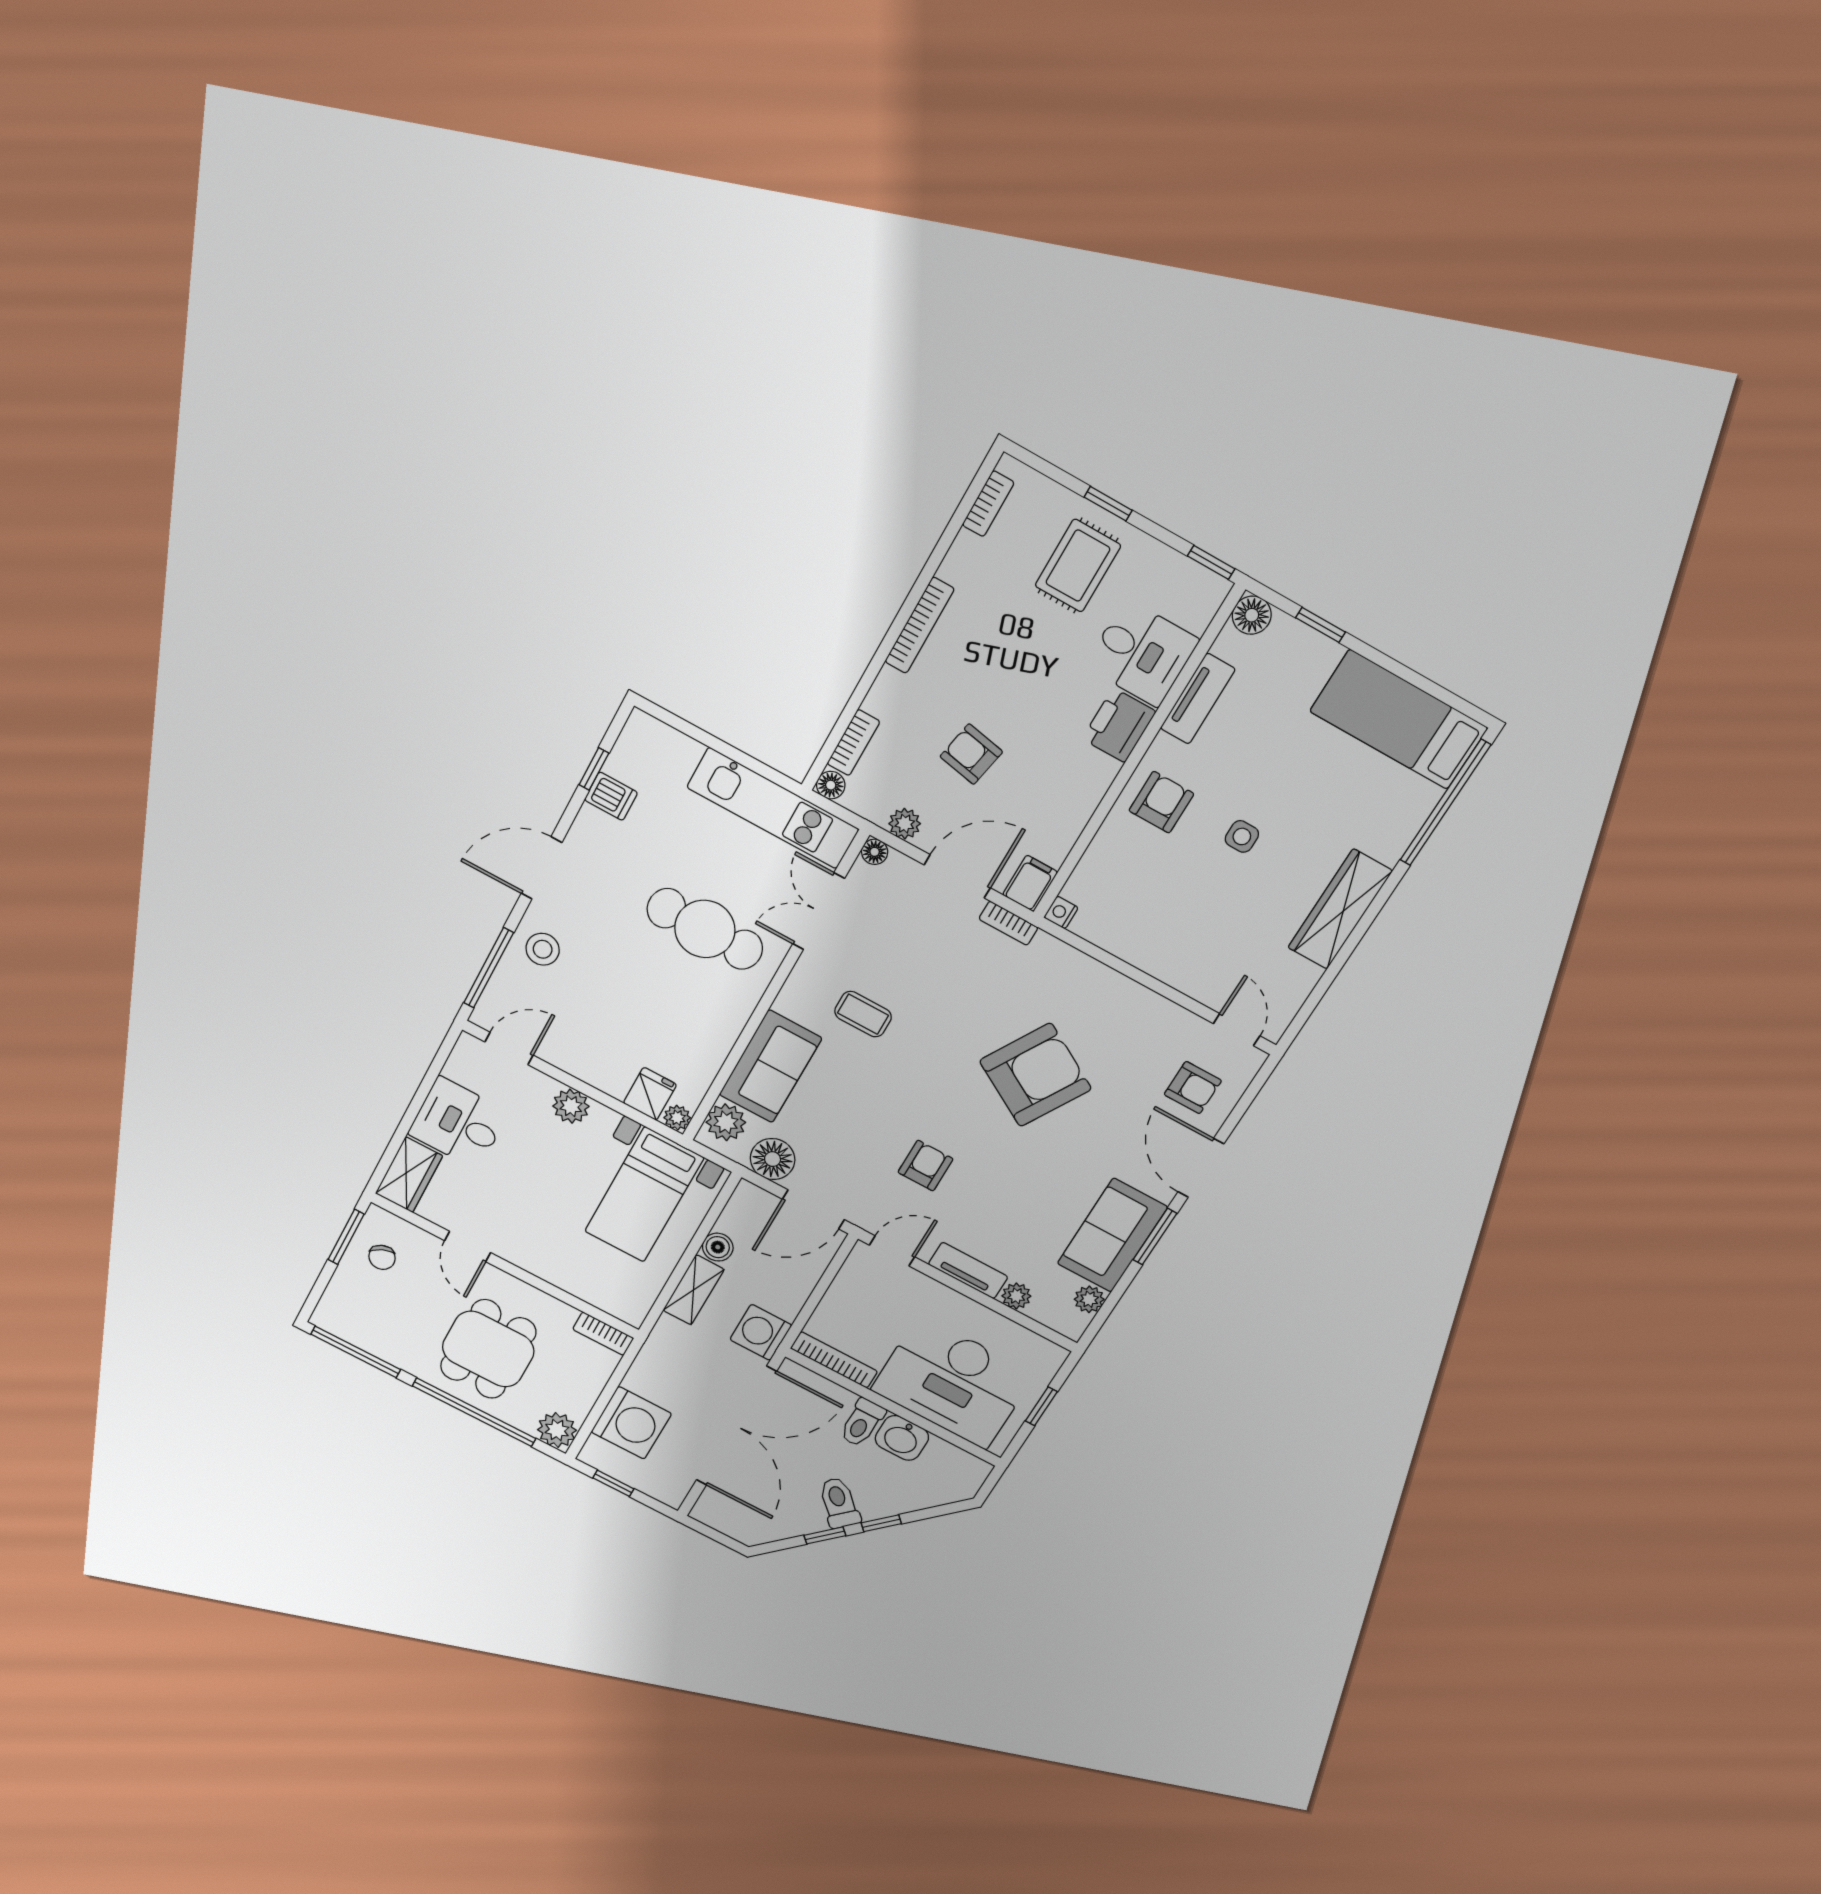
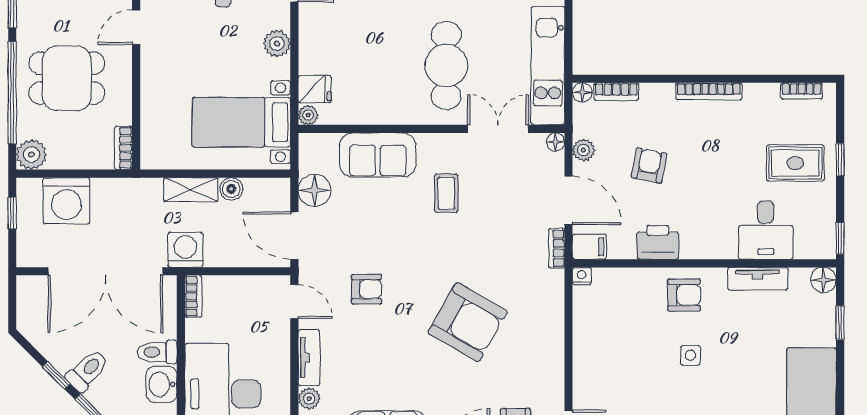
printer: (1119, 725) -> (658, 242), moved
plant: (726, 1122) -> (323, 147), removed
bookcase: (834, 1360) -> (193, 296), width x0.64

